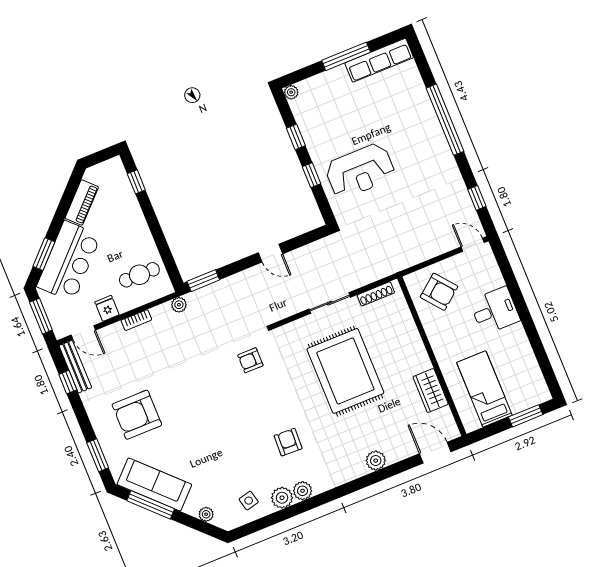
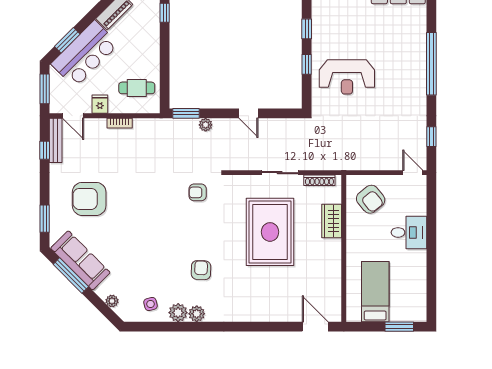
plant: (179, 305) -> (206, 125), moved
wardrobe: (431, 391) -> (332, 221), moved
plant: (376, 461) -> (265, 313), removed

